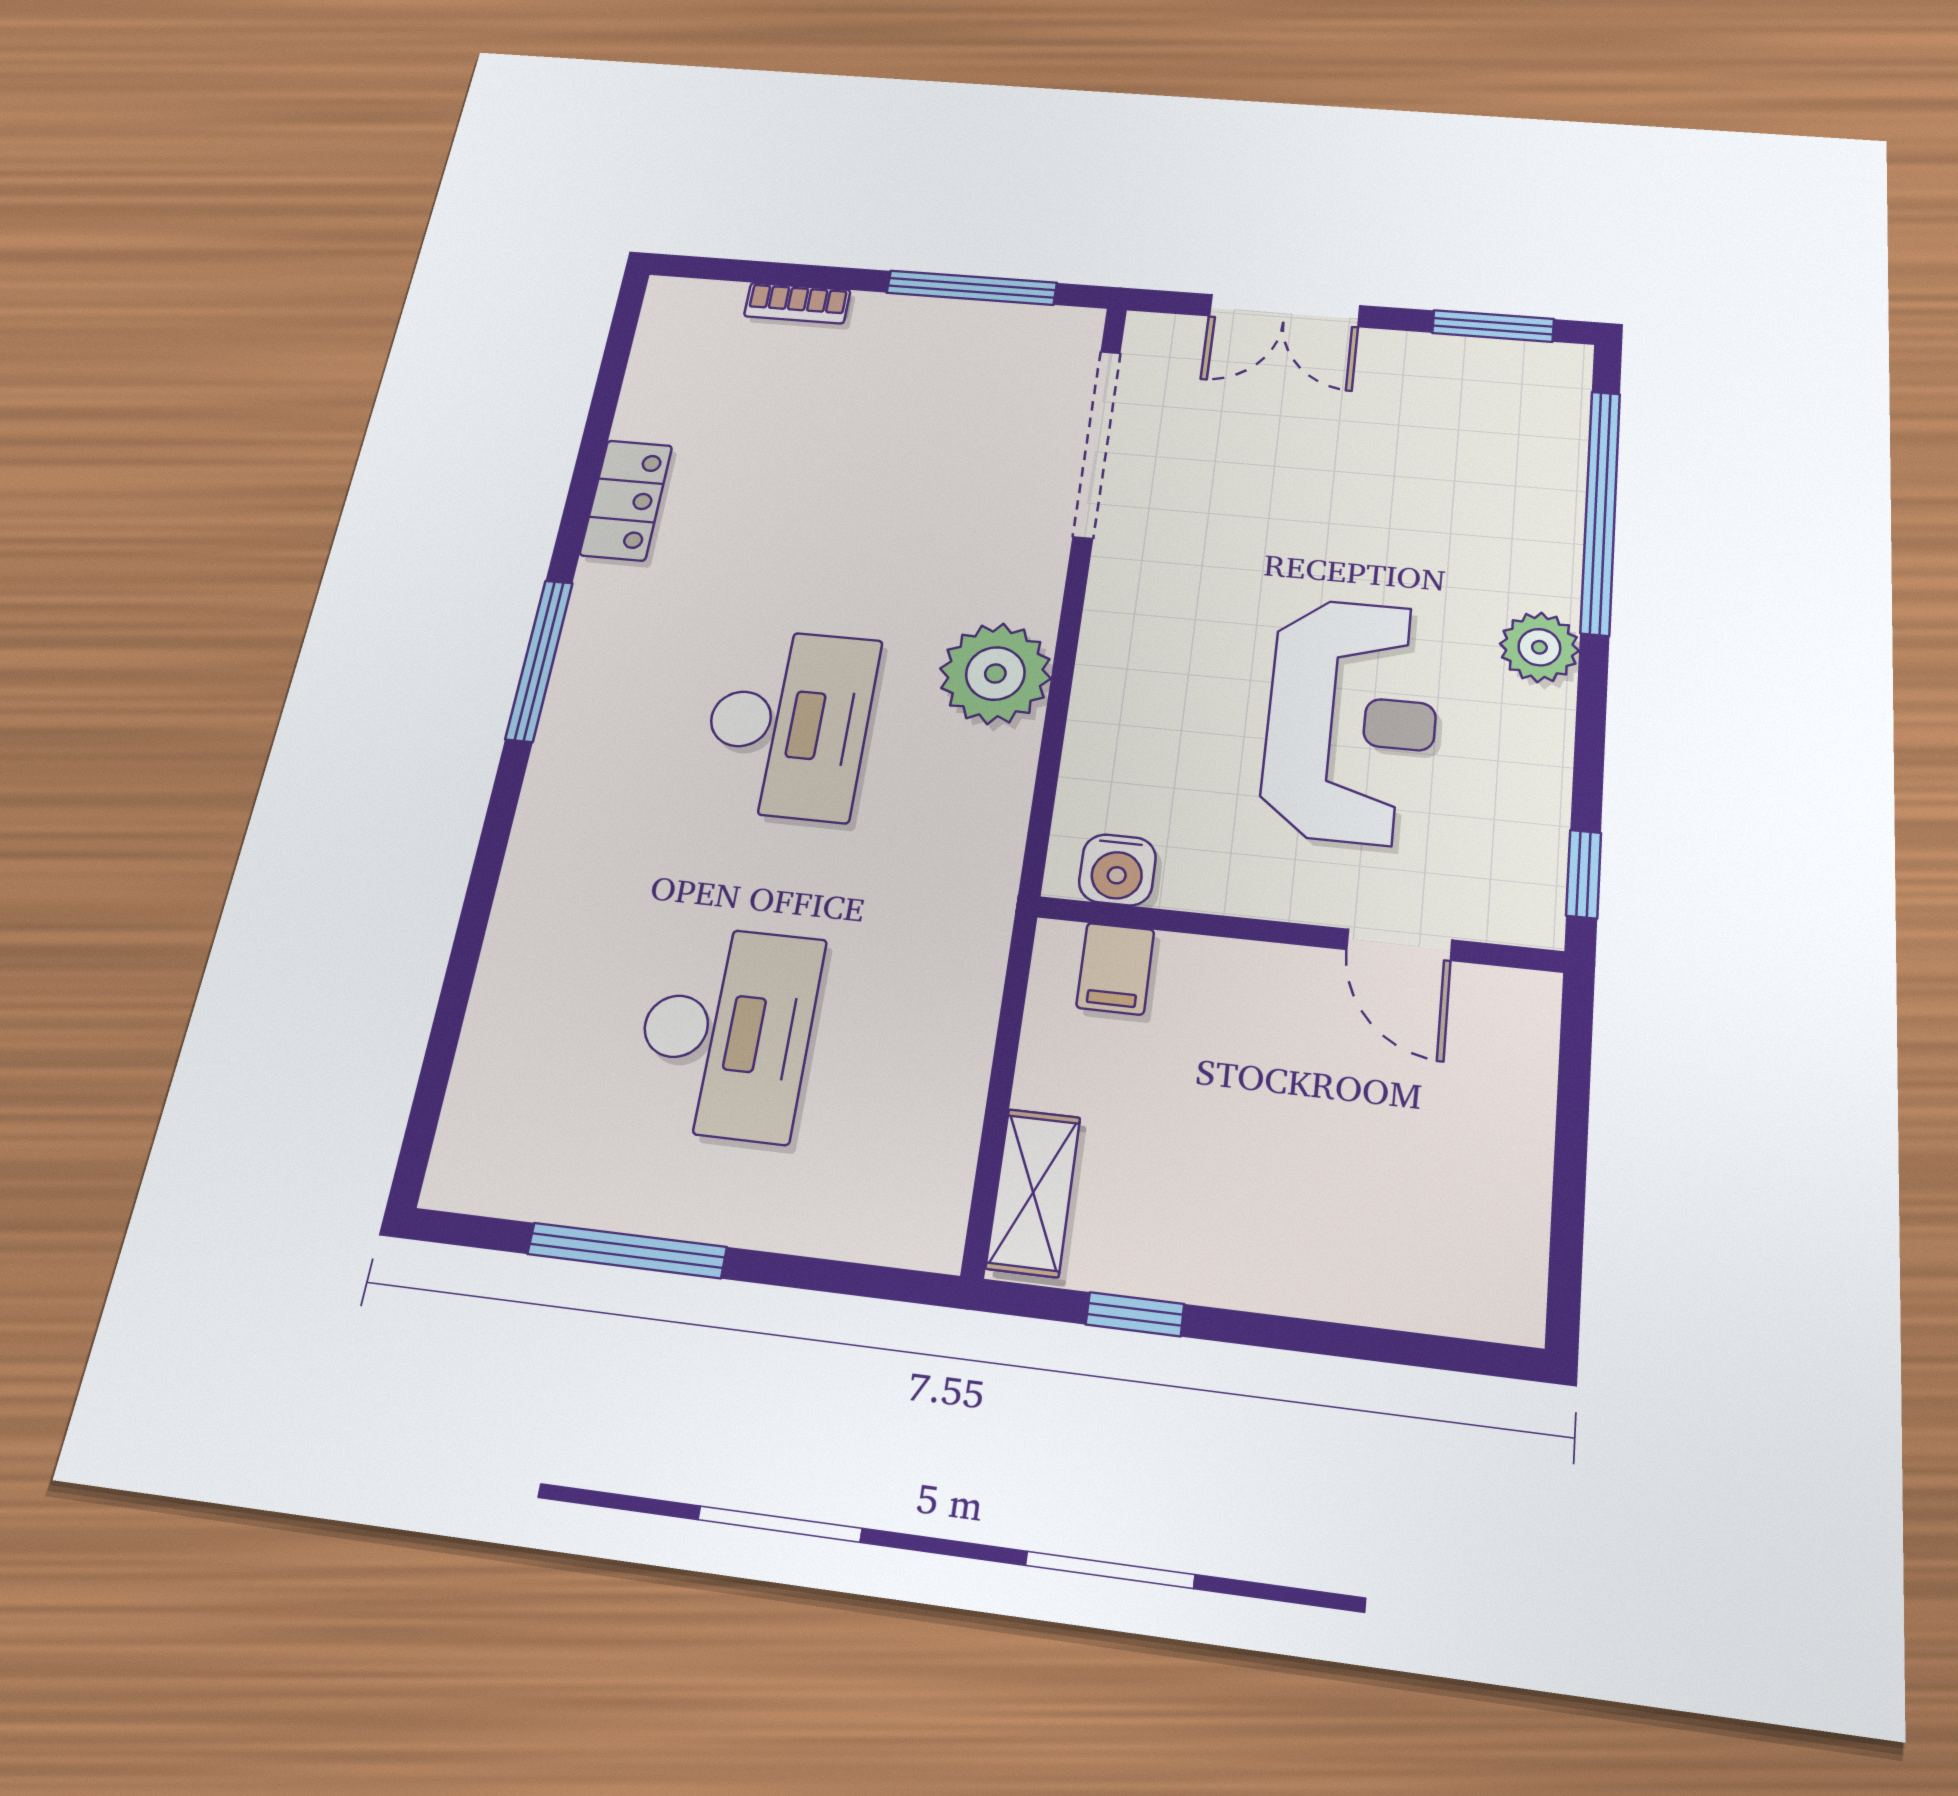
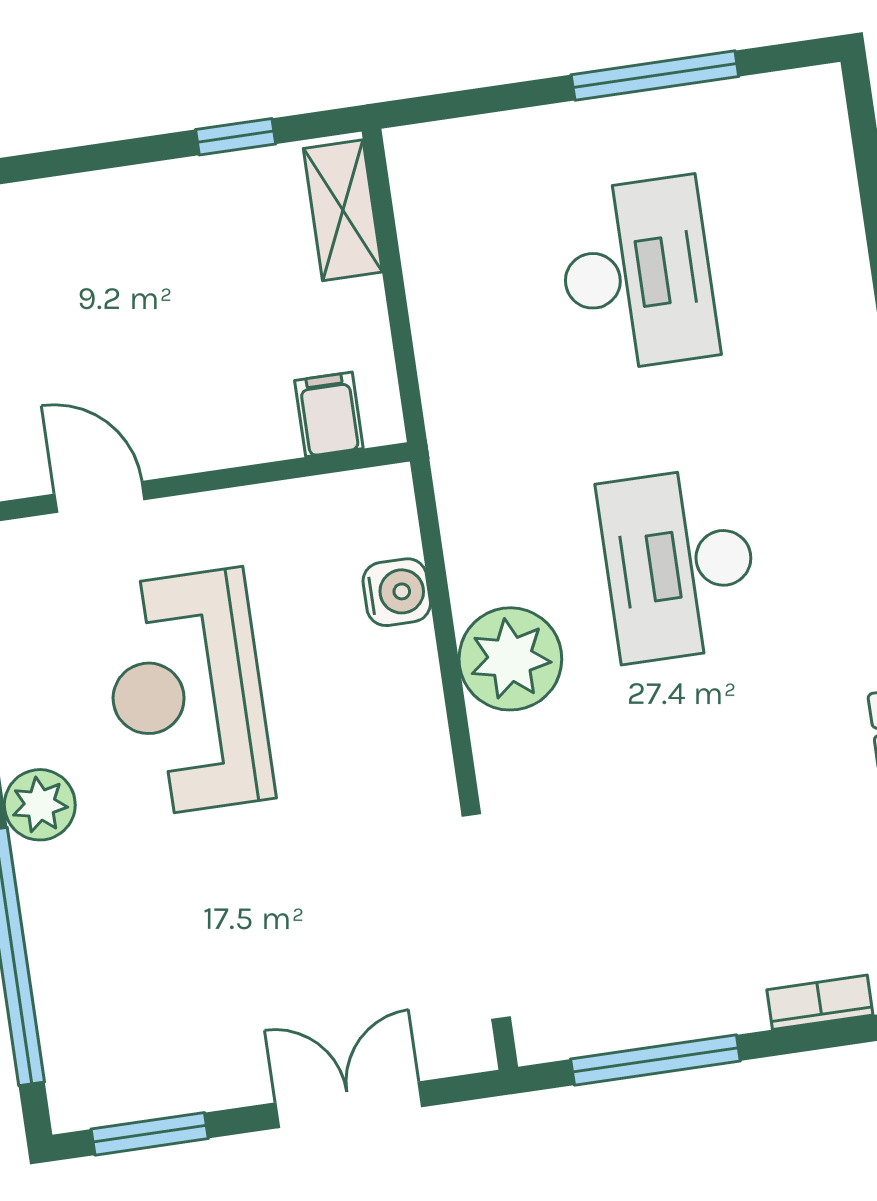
water cooler: (1117, 870) -> (397, 592), moved, turned 90
desk: (727, 1032) -> (637, 274), turned 180

